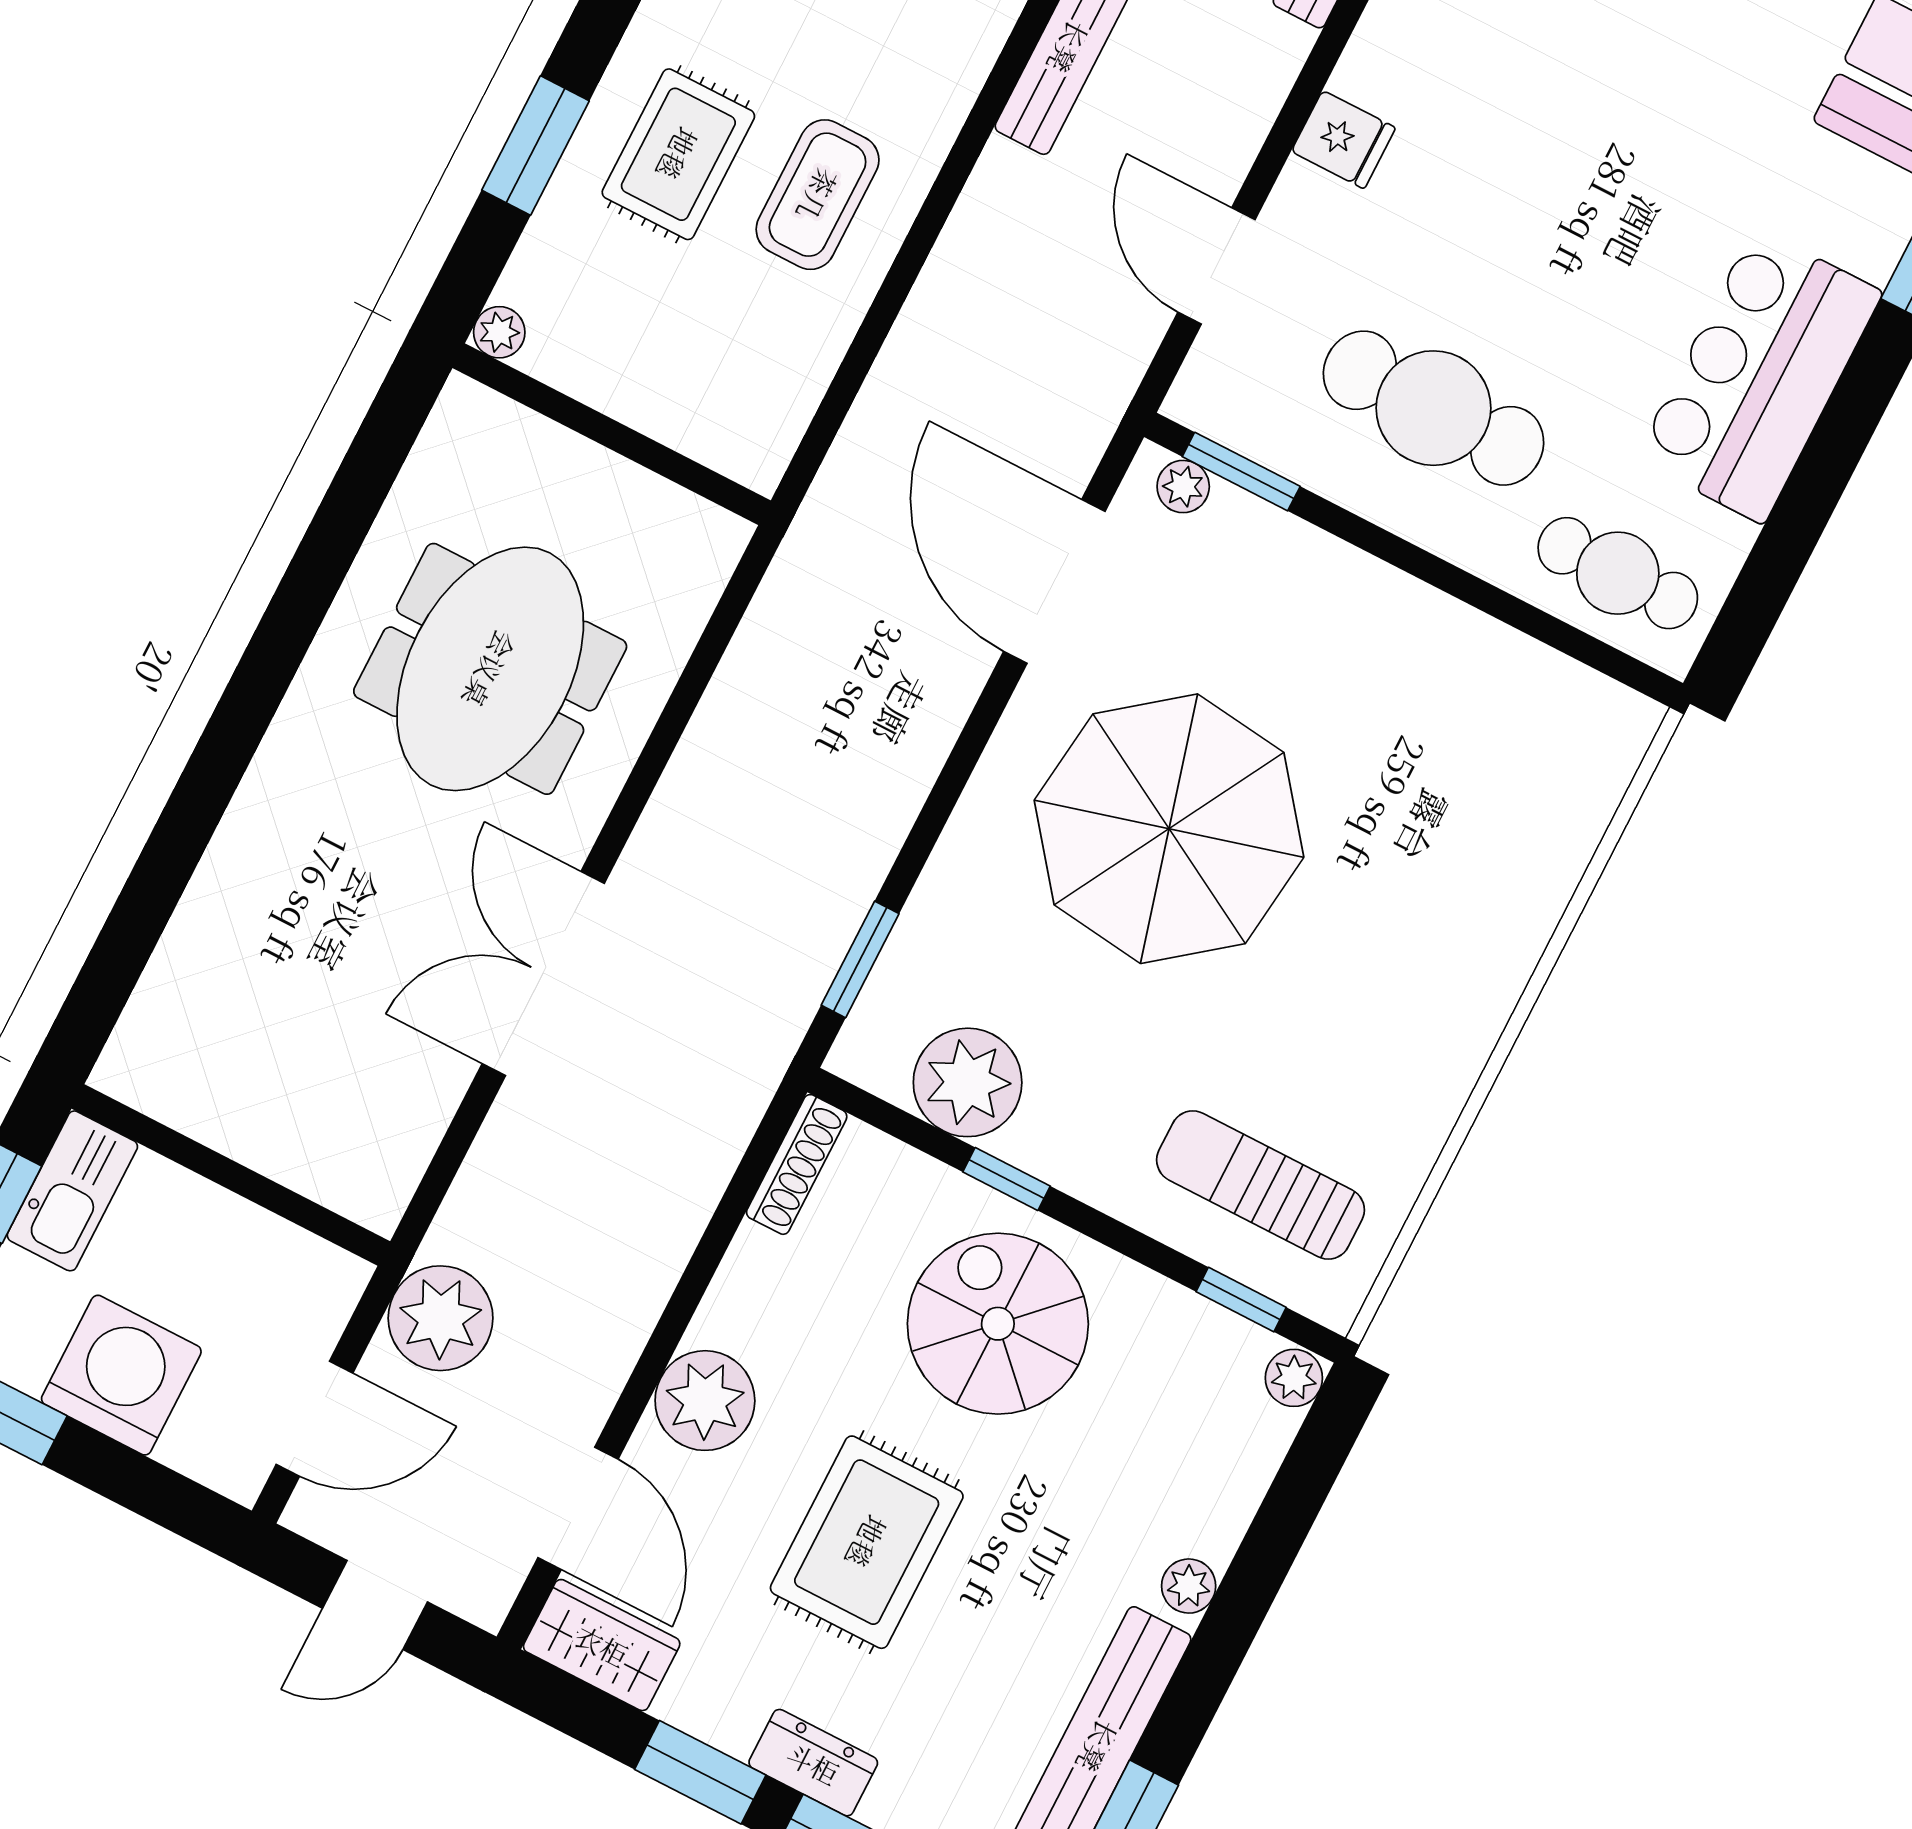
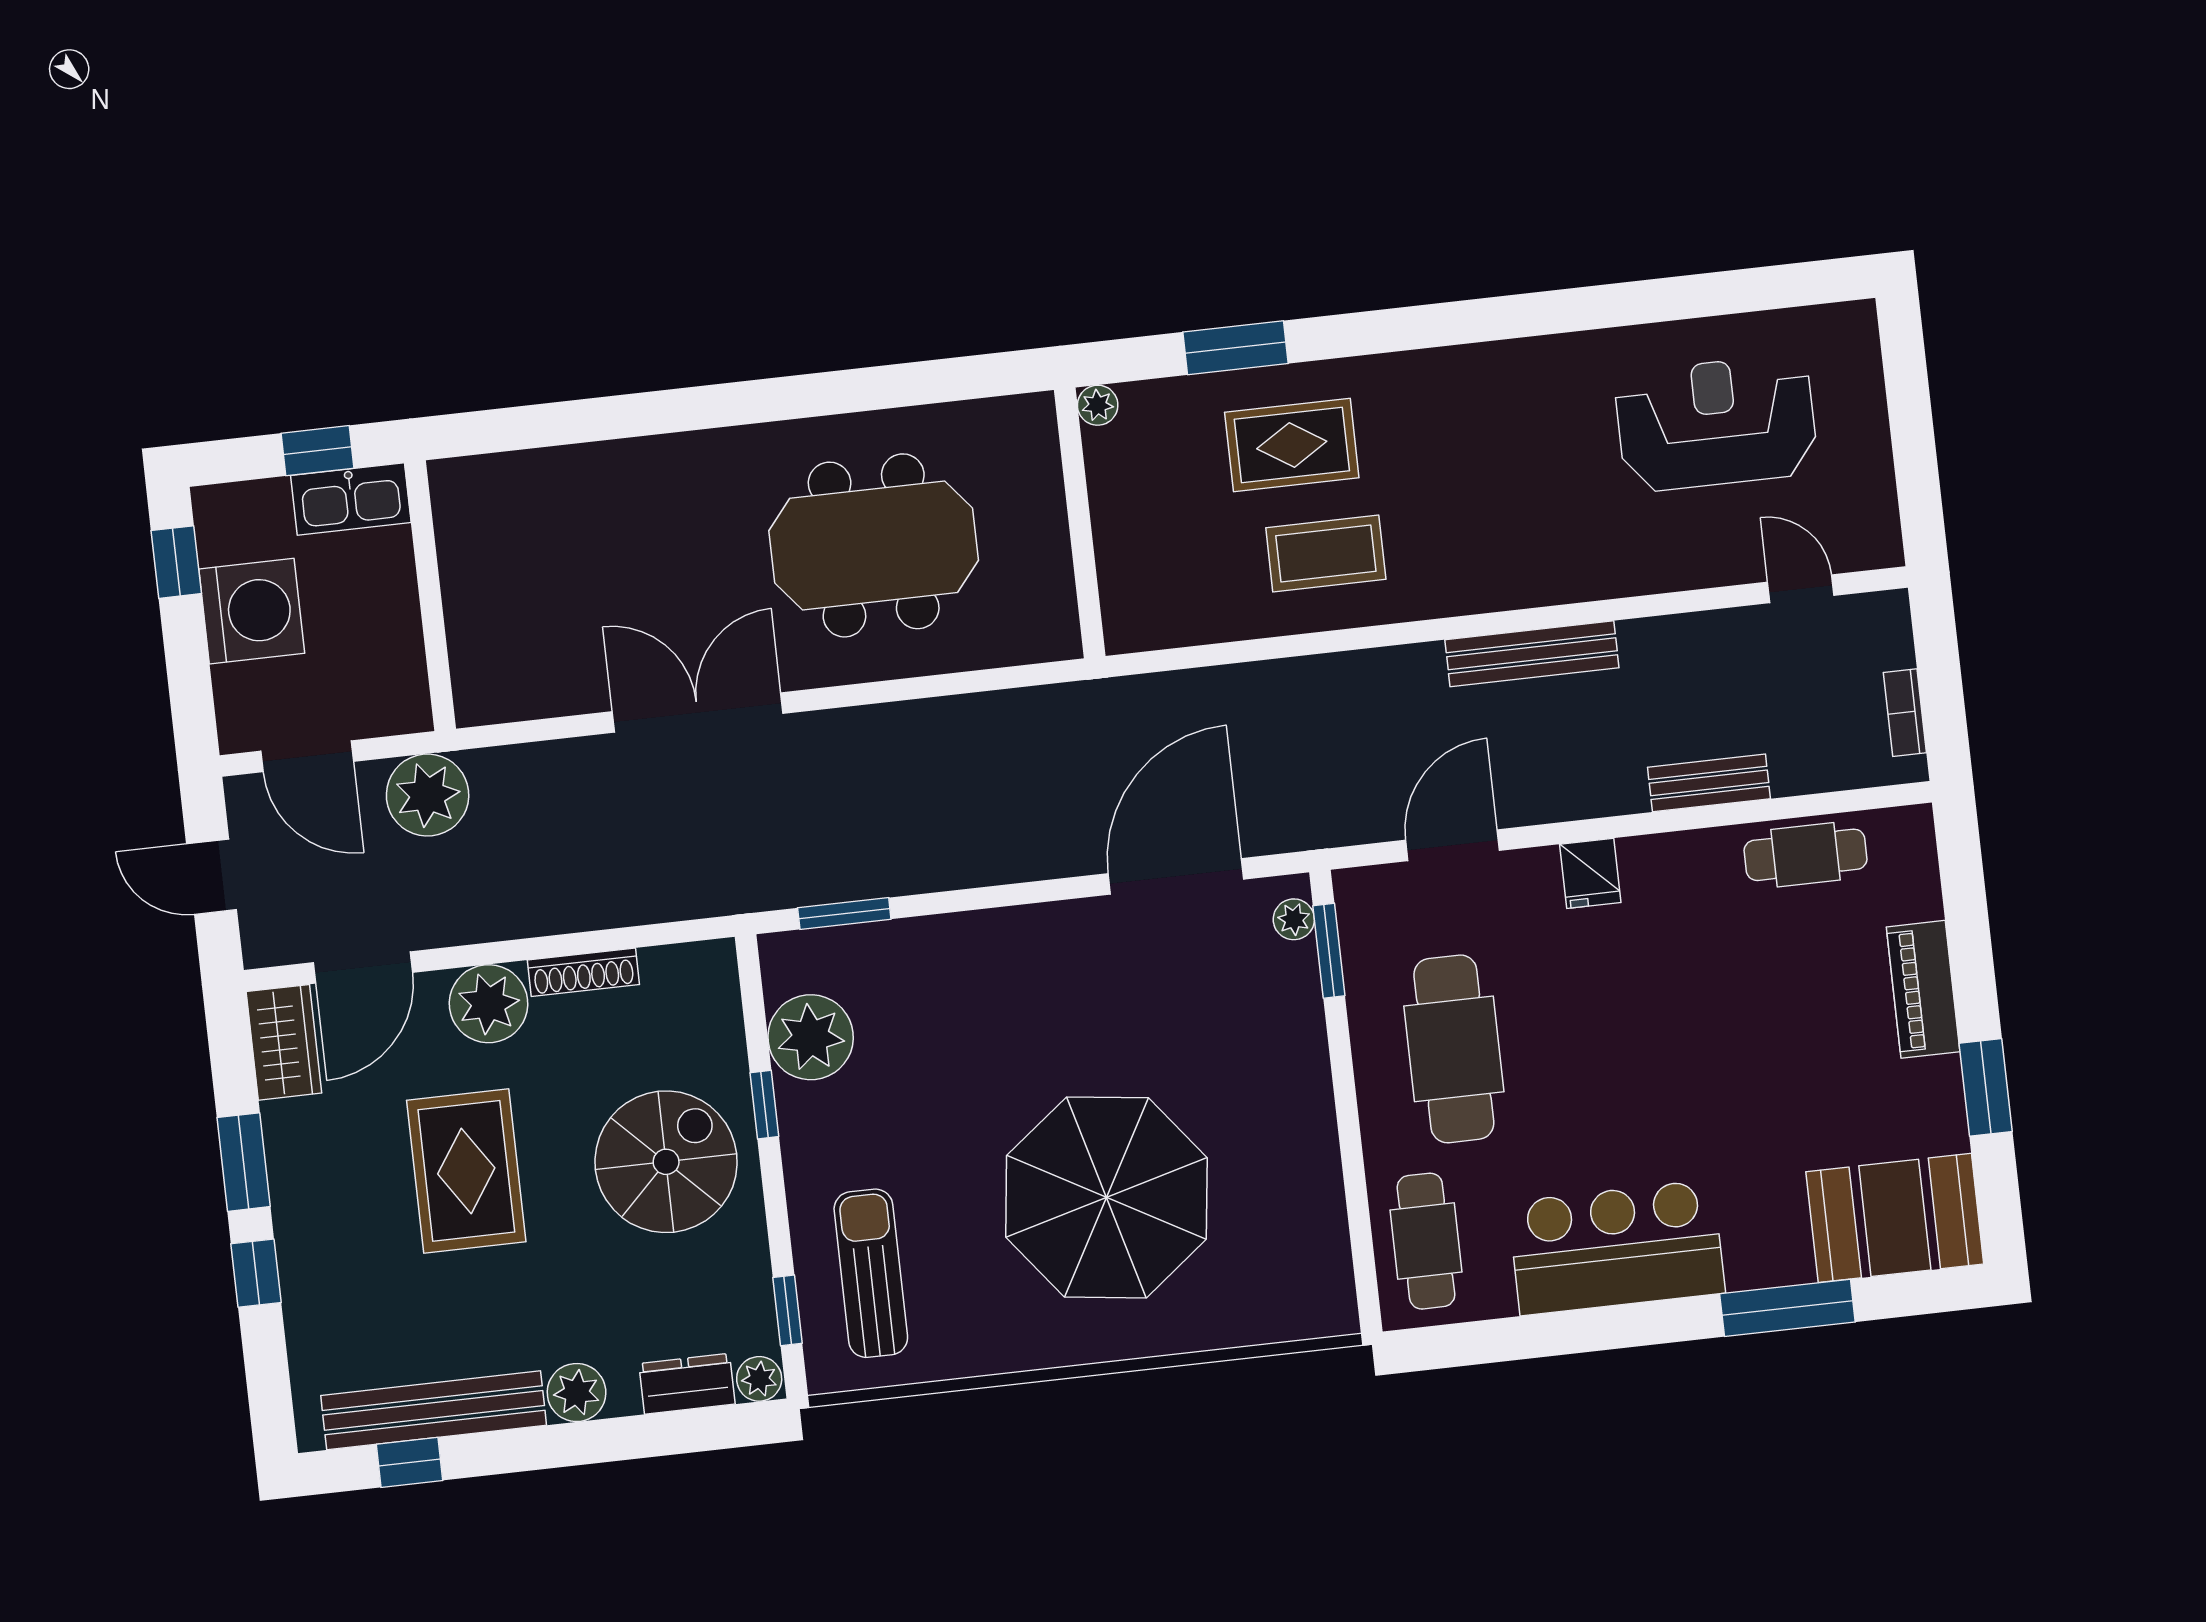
parasol: (1169, 829) -> (1106, 1197), moved
shoe rack: (797, 1164) -> (583, 972), moved
rug: (867, 1542) -> (466, 1171), turned 90
plant: (1189, 1586) -> (577, 1393), width x1.38, depth x1.38
dresser: (813, 1763) -> (687, 1384), moved, turned -90

